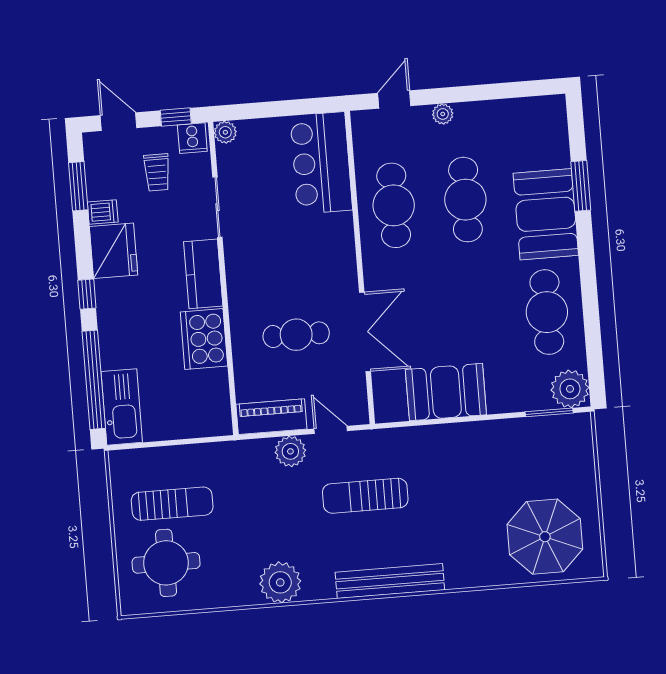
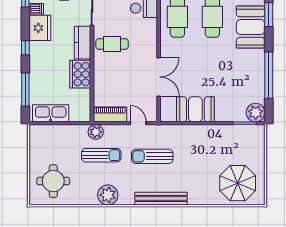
window: (591, 310) -> (269, 75), added
cafe table: (547, 312) -> (247, 74), removed
cafe table: (296, 335) -> (112, 44), moved
window: (94, 380) -> (25, 90), width x0.68
kitchen sink: (122, 407) -> (51, 113), moved, turned -90
plant: (290, 451) -> (96, 132), moved
sun lounger: (172, 504) -> (101, 155), moved

